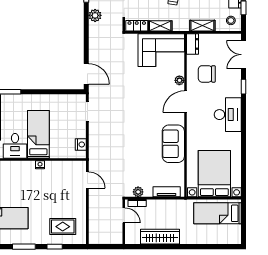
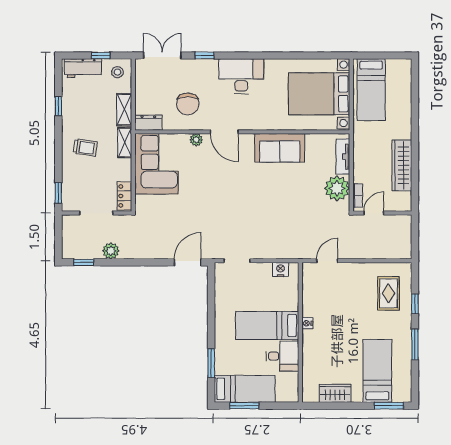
shelving: (160, 26) -> (125, 143), moved
double door: (244, 55) -> (162, 55), swing flipped
plant: (138, 192) -> (337, 188), width x1.88, depth x1.88

